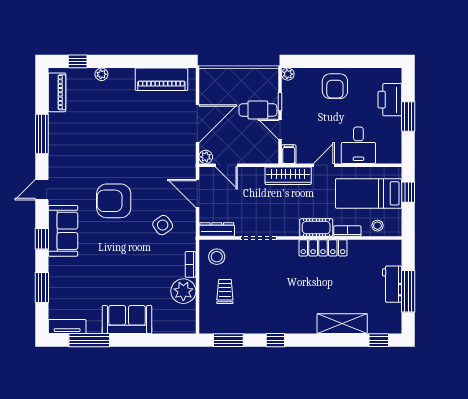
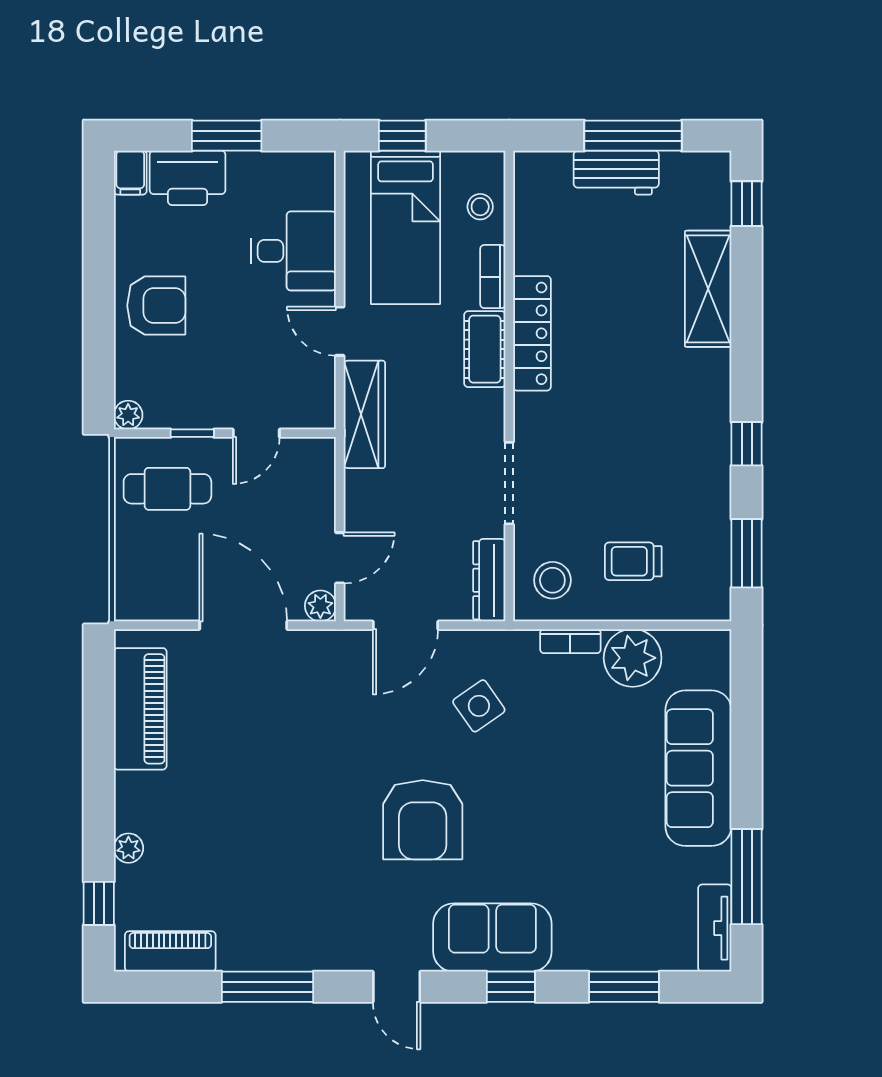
cafe table: (258, 110) -> (167, 489), moved, turned 90
filing cabinet: (289, 154) -> (130, 173), moved, turned -90
sofa: (127, 319) -> (698, 768), width x1.36

